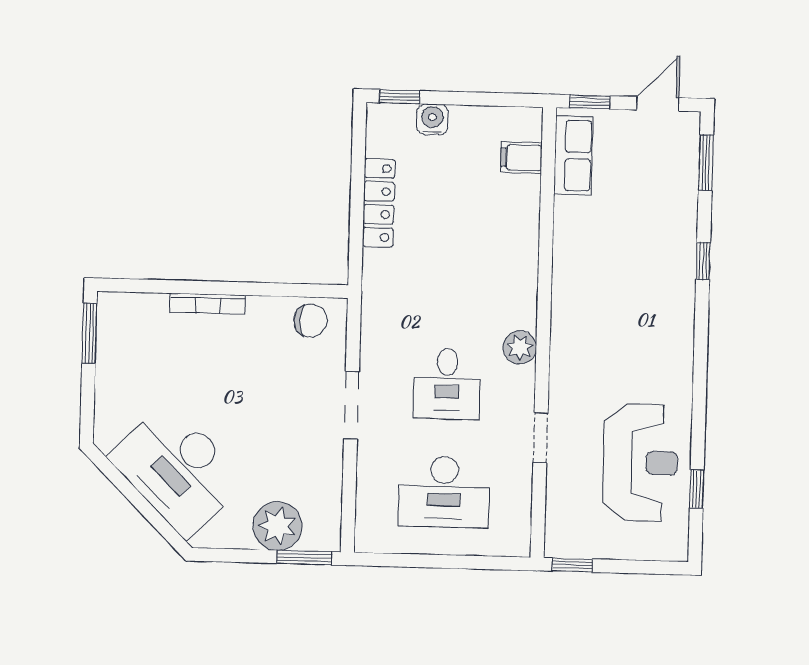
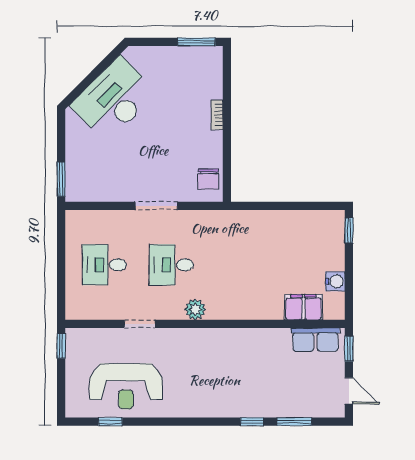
water cooler: (432, 120) -> (335, 281), moved
filing cabinet: (521, 158) -> (303, 307), width x2.00
window: (706, 163) -> (294, 422), moved
locker: (379, 203) -> (282, 219), removed
bookcase: (208, 304) -> (217, 115), width x0.64
desk: (444, 492) -> (104, 265), width x0.73
plant: (277, 526) -> (80, 162), removed

